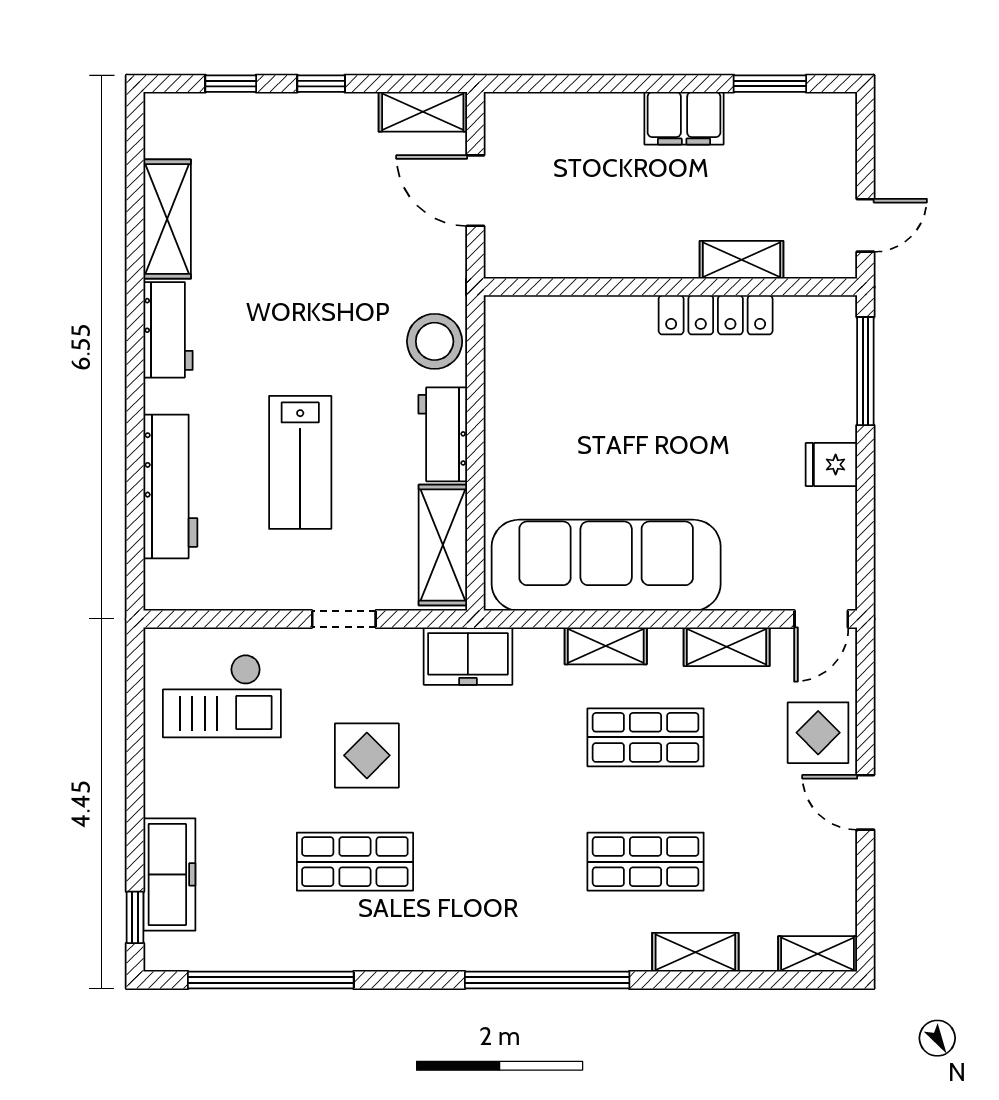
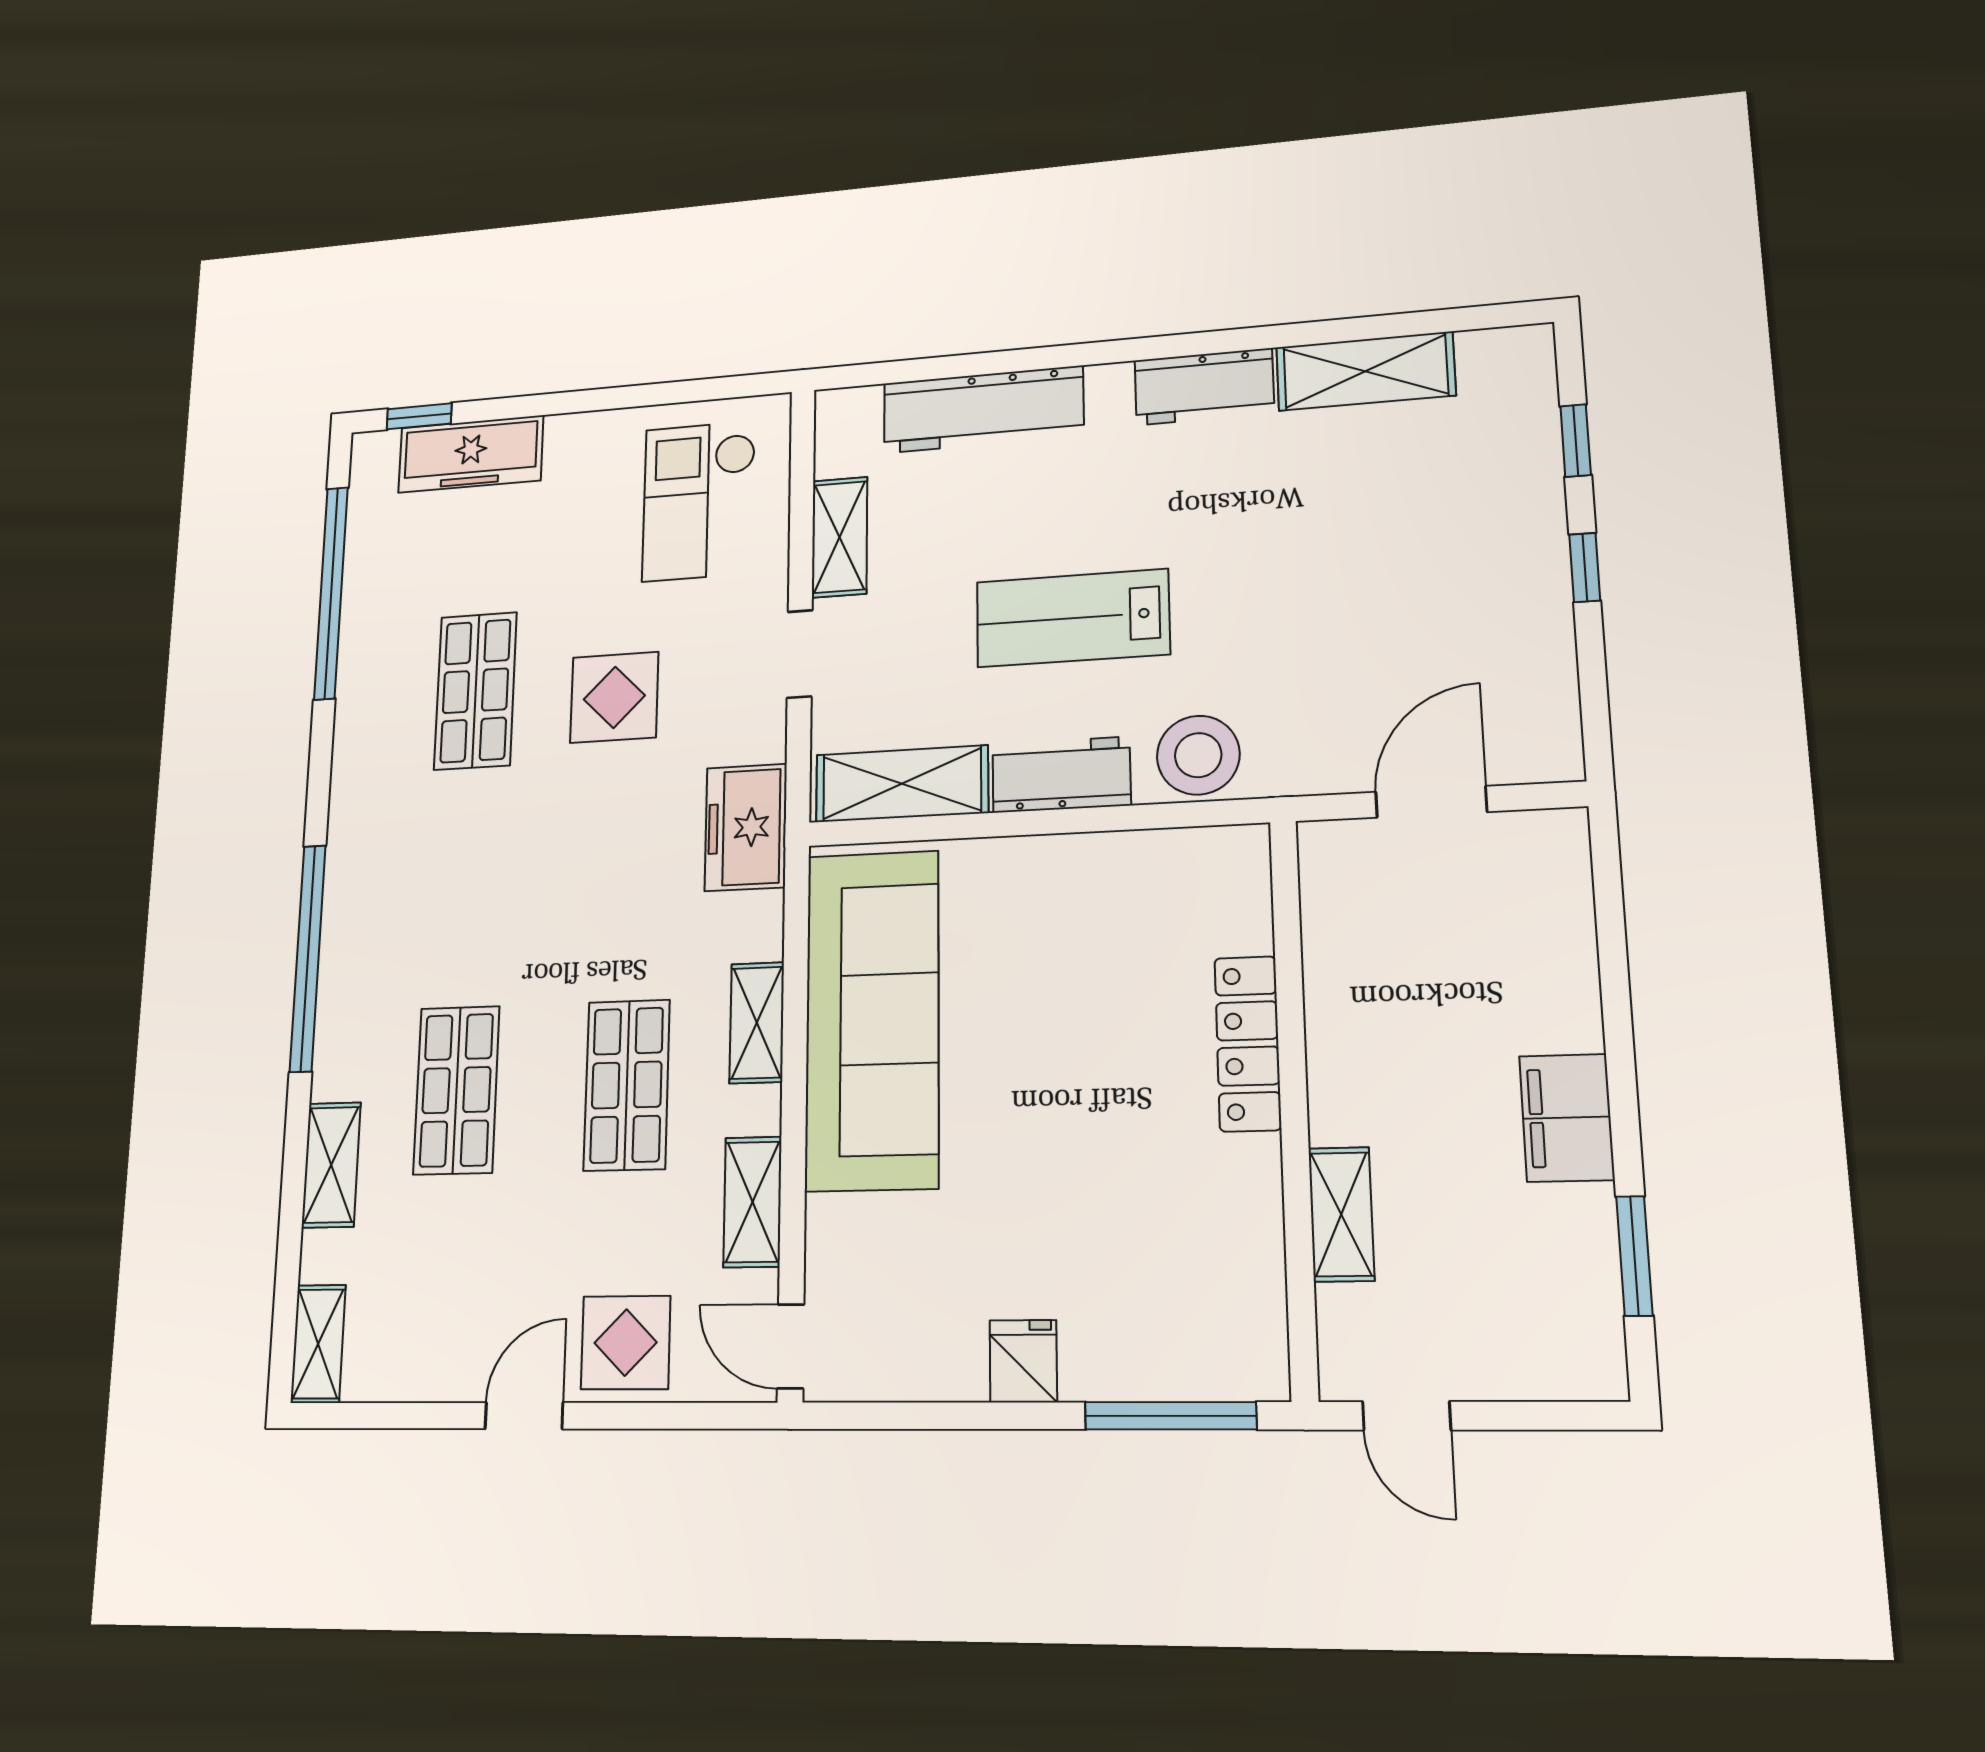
shelving: (423, 112) -> (840, 537), moved
locker: (716, 315) -> (1248, 1043), moved
lab bench: (300, 462) -> (1073, 618), moved

